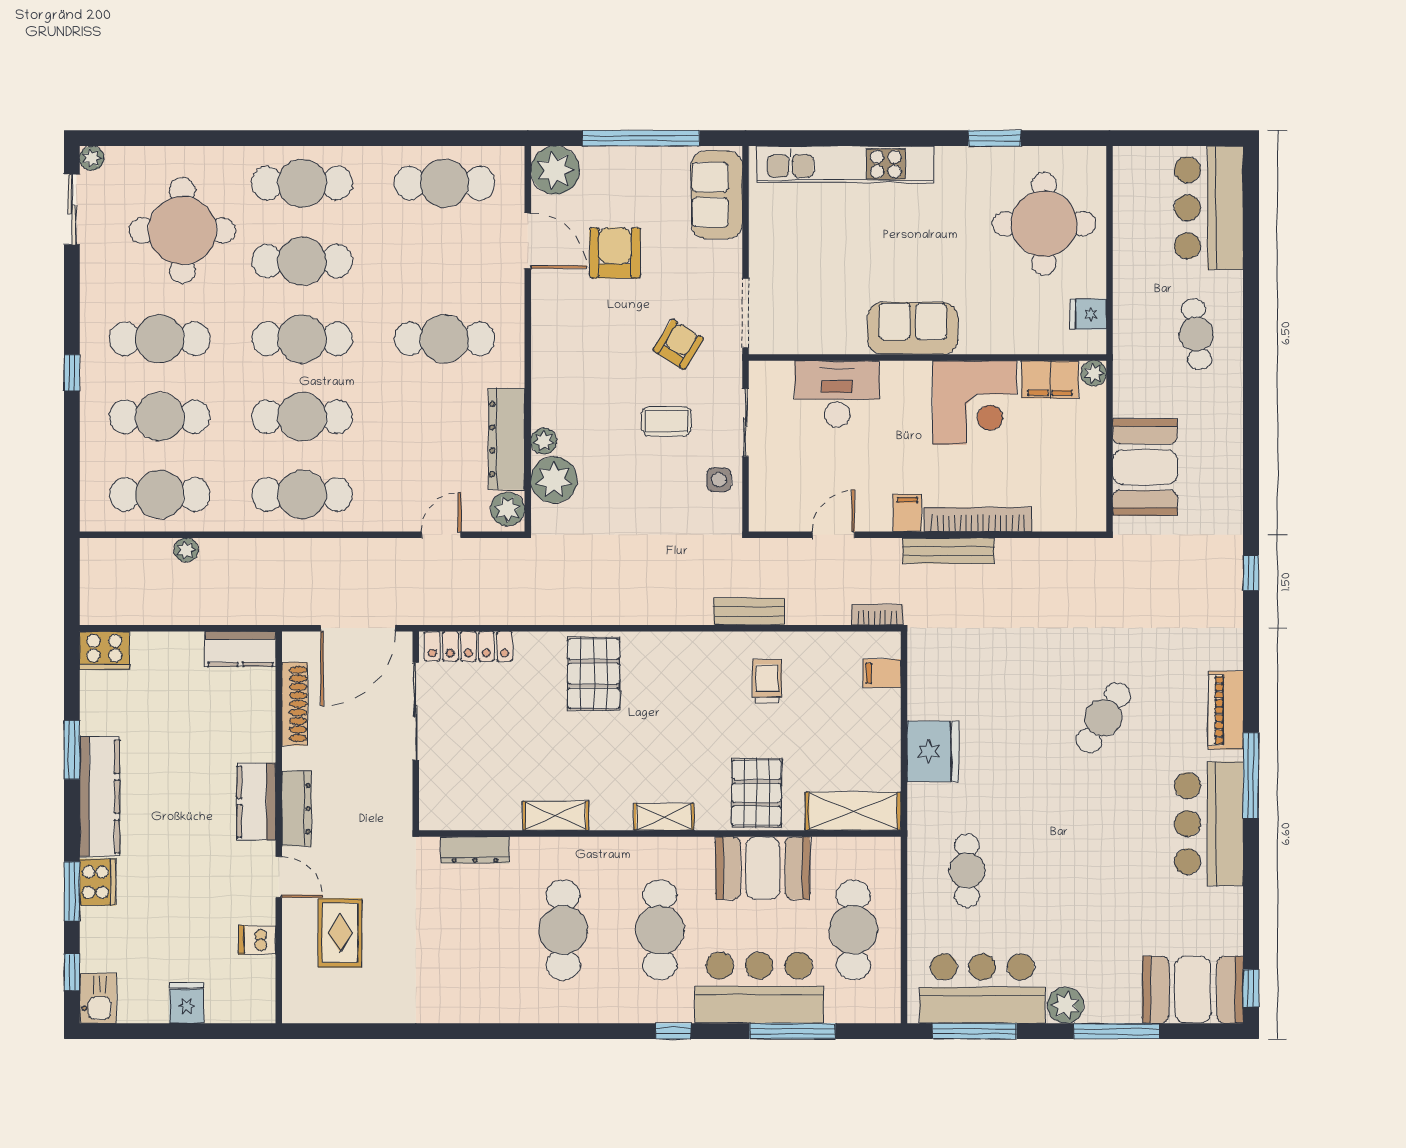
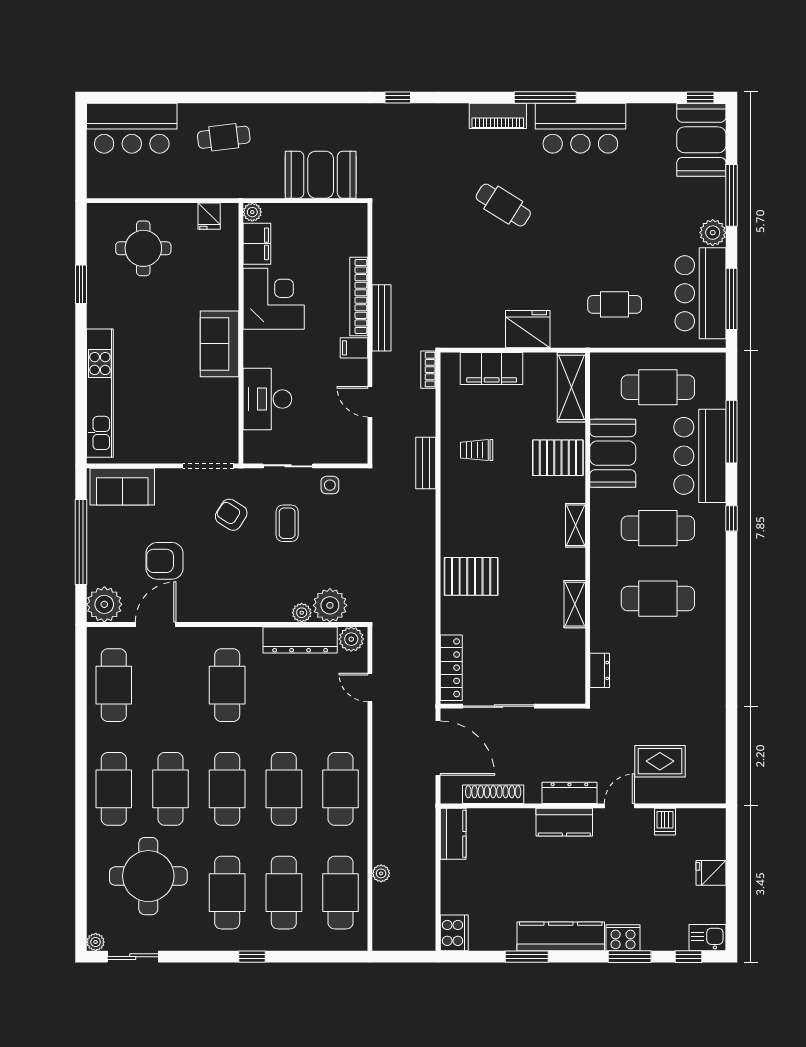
round table: (1044, 224) -> (143, 248), width x0.73, depth x0.73
filing cabinet: (882, 673) -> (492, 369), width x3.00, depth x1.17
dresser: (475, 850) -> (600, 670), width x0.70

